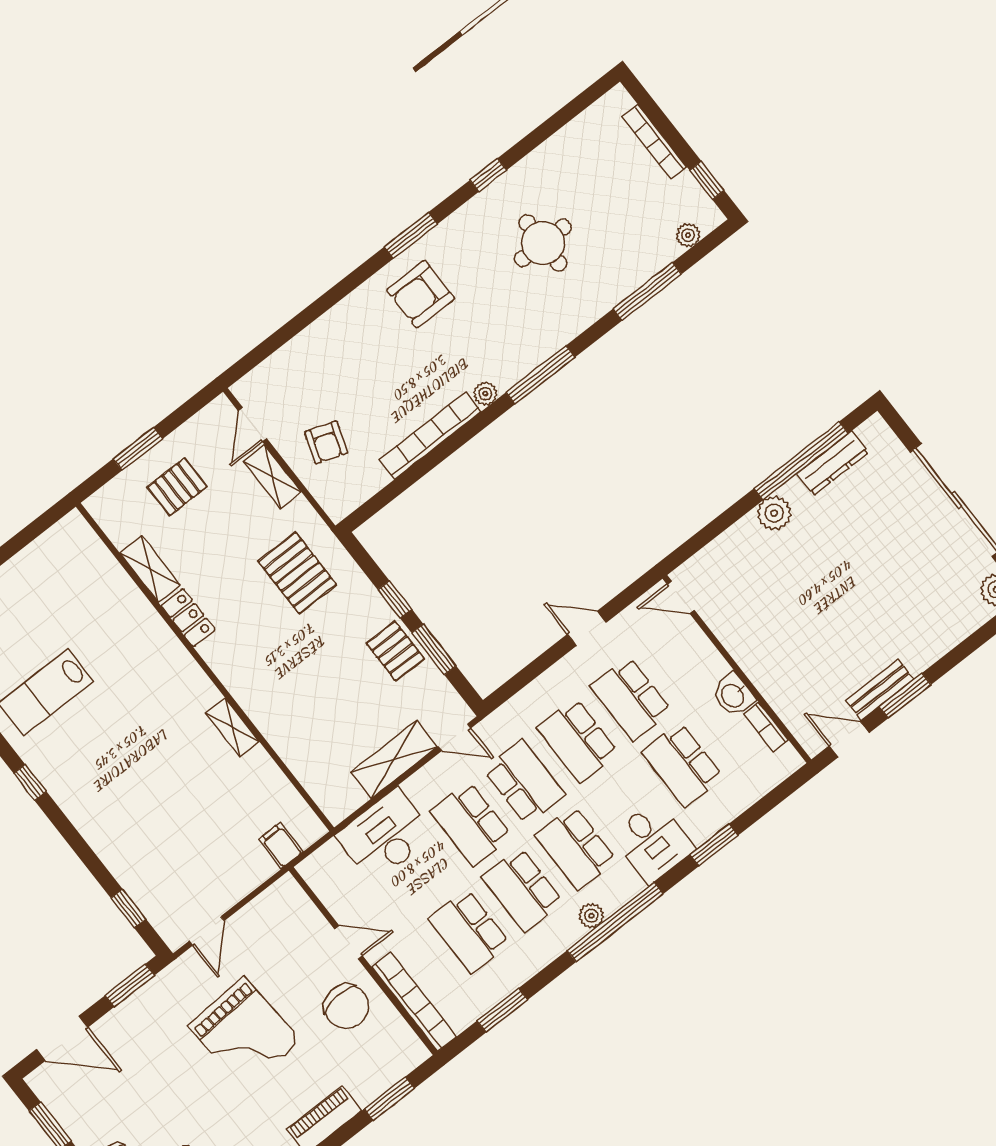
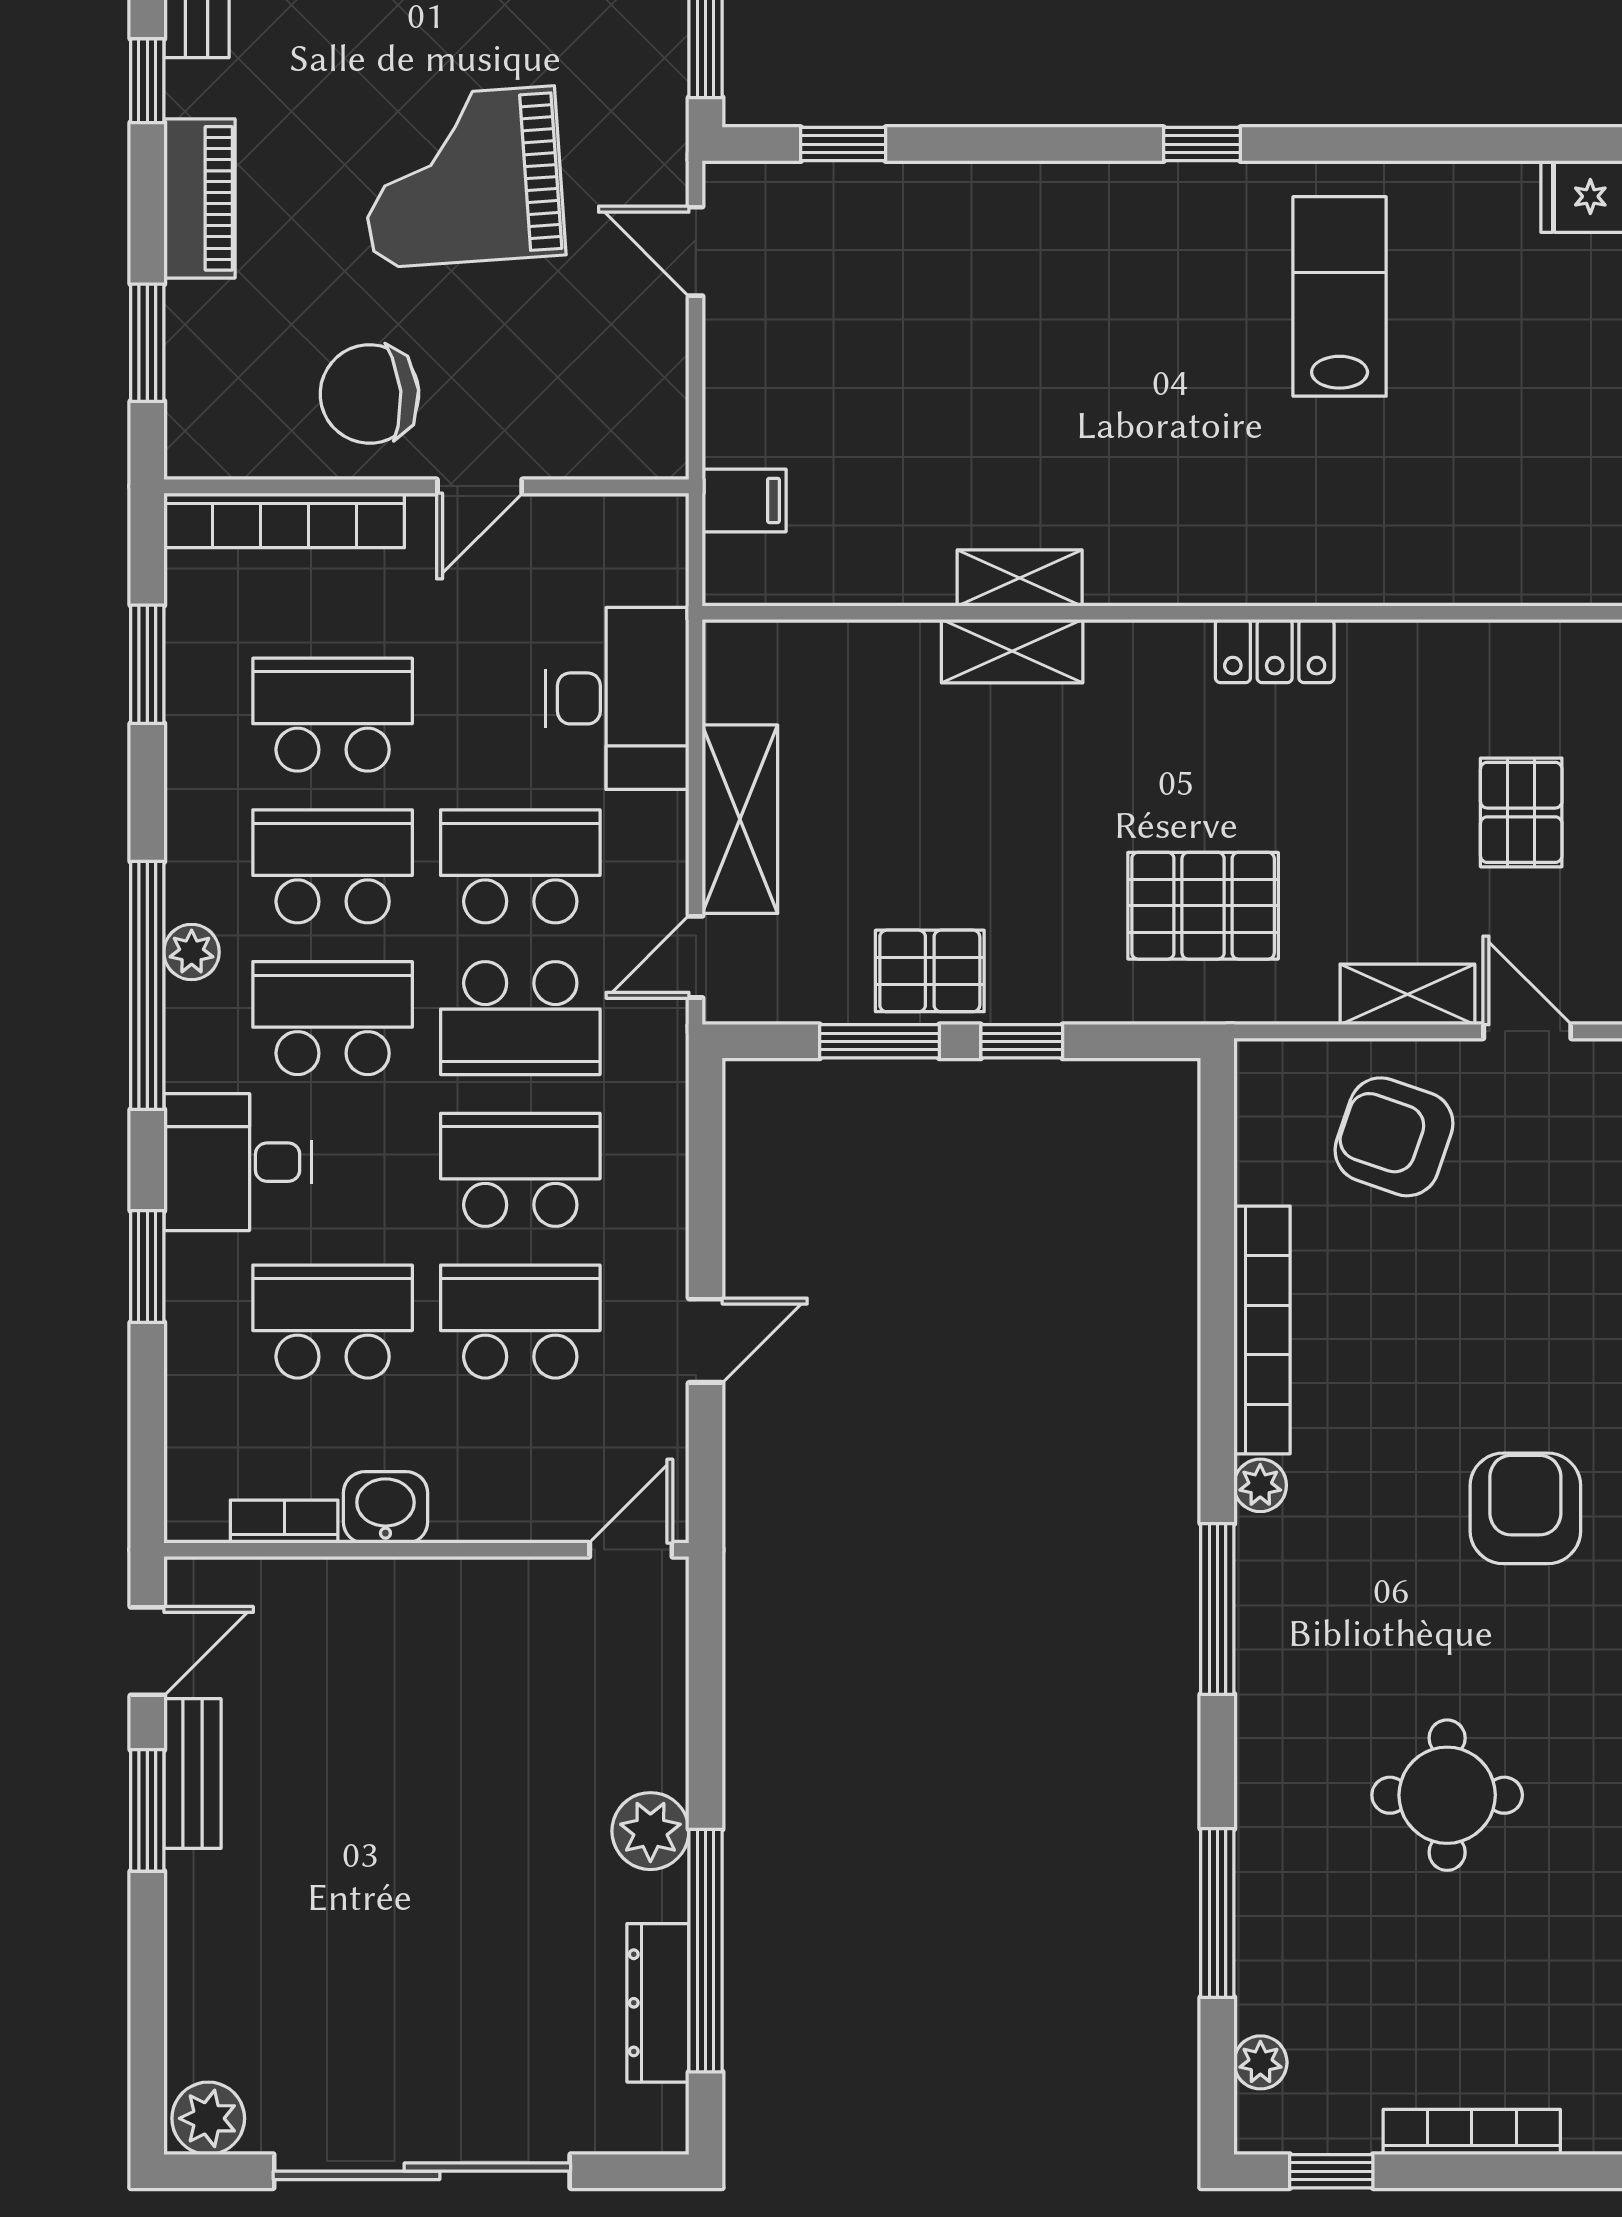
armchair: (326, 442) -> (1394, 1137), width x1.38, depth x1.38
shelving: (150, 569) -> (1012, 651), moved

